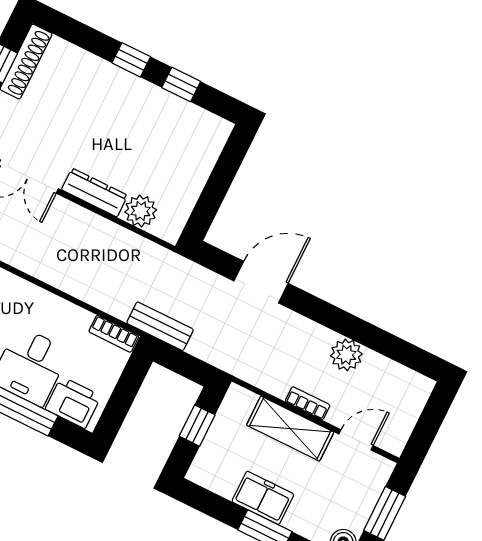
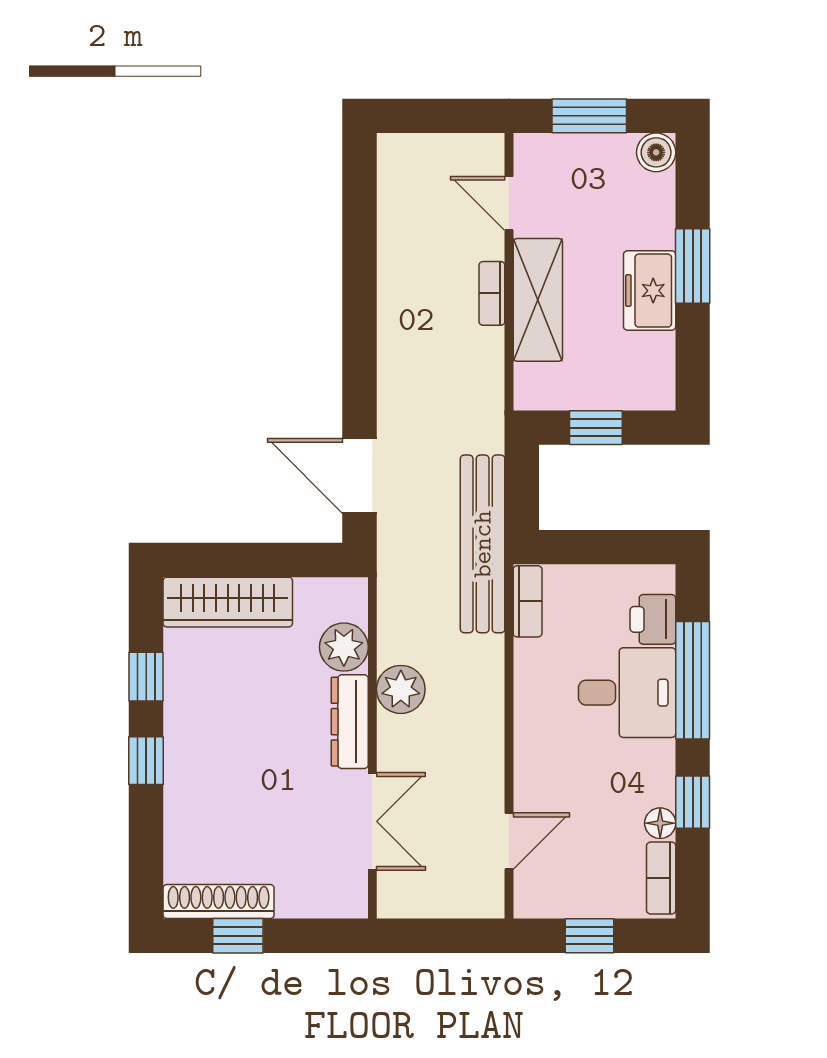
wardrobe: (202, 155) -> (228, 602), added
door: (261, 282) -> (360, 476), moved
bench: (160, 326) -> (483, 544), width x1.86, depth x1.21
plant: (346, 355) -> (401, 689), moved
printer: (73, 403) -> (653, 619), width x0.73, depth x0.81

